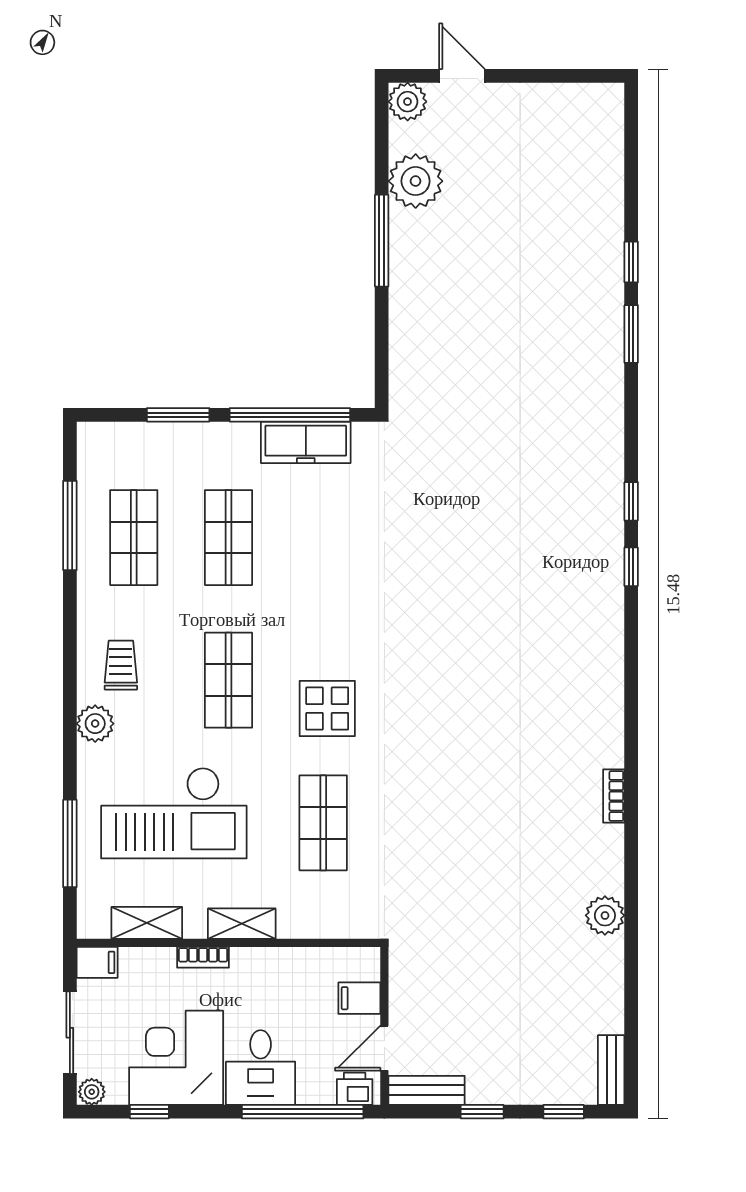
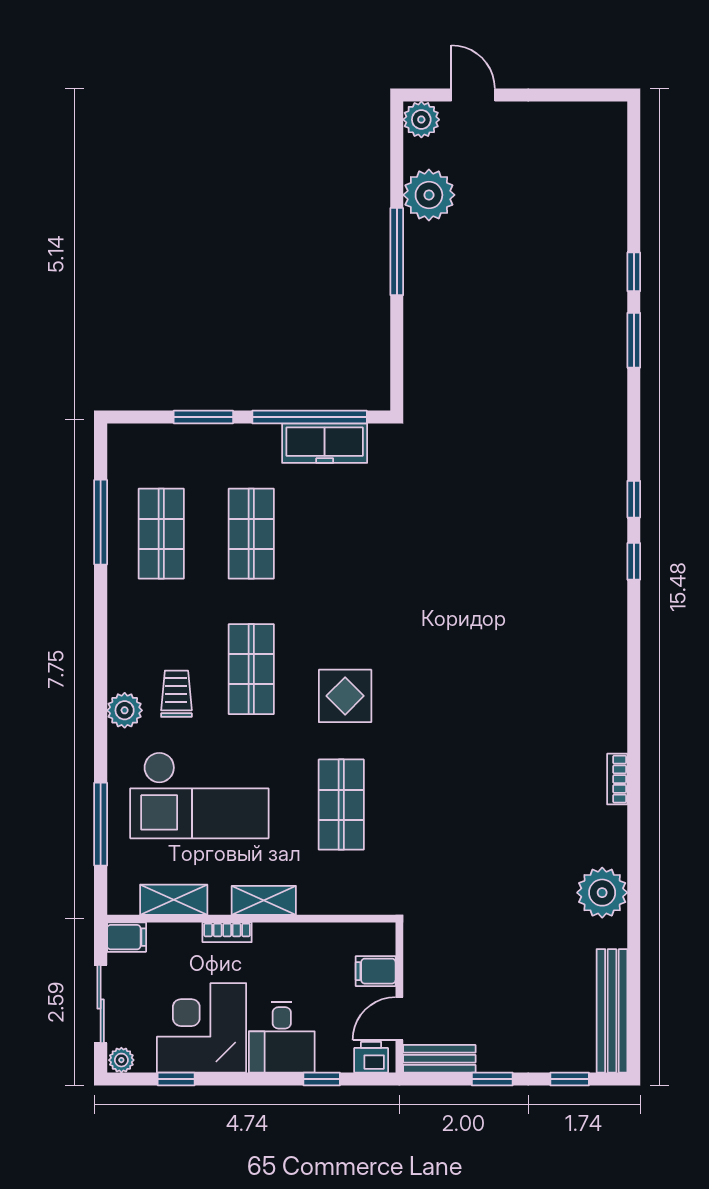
trolley: (121, 665) -> (176, 694), moved
plant: (605, 915) -> (602, 893), width x1.36, depth x1.36
bench: (611, 1070) -> (612, 1011), width x1.86, depth x1.21
window: (303, 1112) -> (322, 1079), width x0.32

